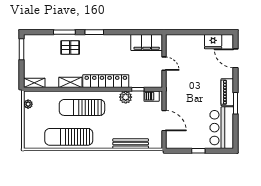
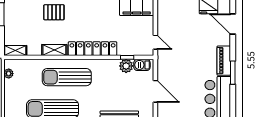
door: (164, 64) -> (155, 42), moved
plant: (126, 97) -> (126, 66), moved

